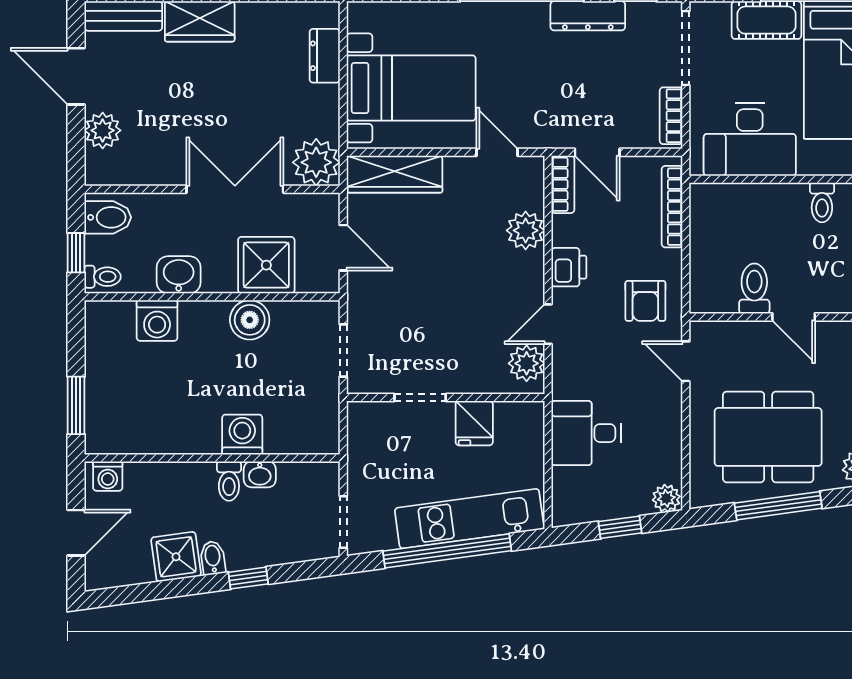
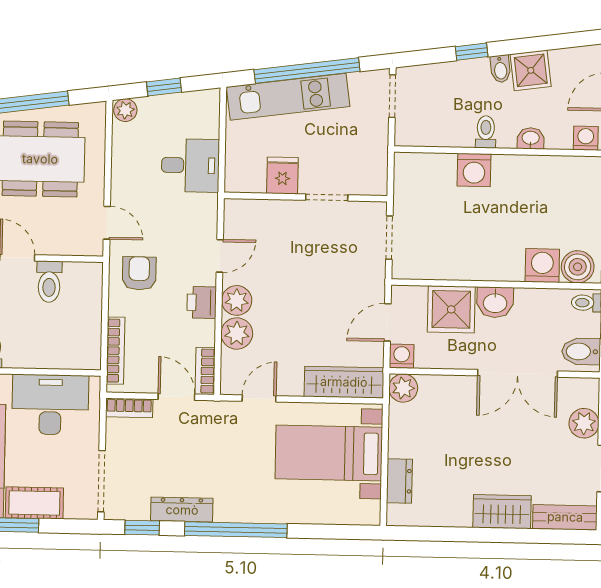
bookcase: (671, 116) -> (129, 408), moved, turned 90
door: (497, 152) -> (259, 398), swing flipped
plant: (316, 162) -> (403, 388), width x0.73, depth x0.73
double door: (235, 189) -> (517, 373), moved
washing machine: (325, 207) -> (402, 356), added
door: (343, 248) -> (388, 322), hinge flipped
washbasin: (179, 275) -> (495, 302), moved
boiler: (250, 320) -> (578, 267), moved
plant: (527, 363) -> (237, 300), moved
washbasin: (260, 474) -> (531, 138), moved

